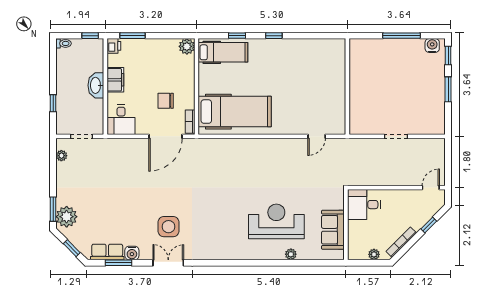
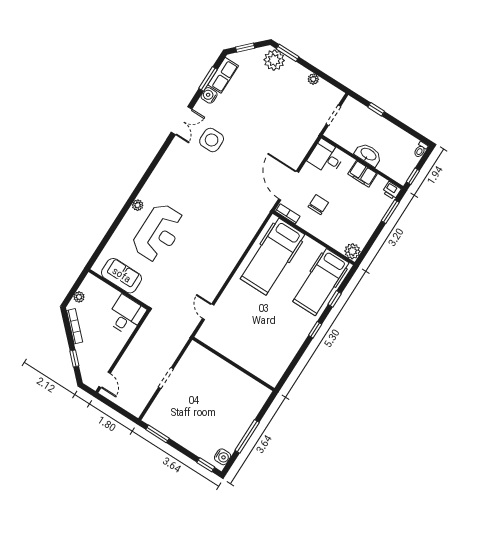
hospital bed: (223, 52) -> (321, 282), width x1.37, depth x1.29
window: (448, 89) -> (157, 434), moved
plant: (61, 156) -> (313, 79), moved
plant: (291, 254) -> (138, 205), moved

